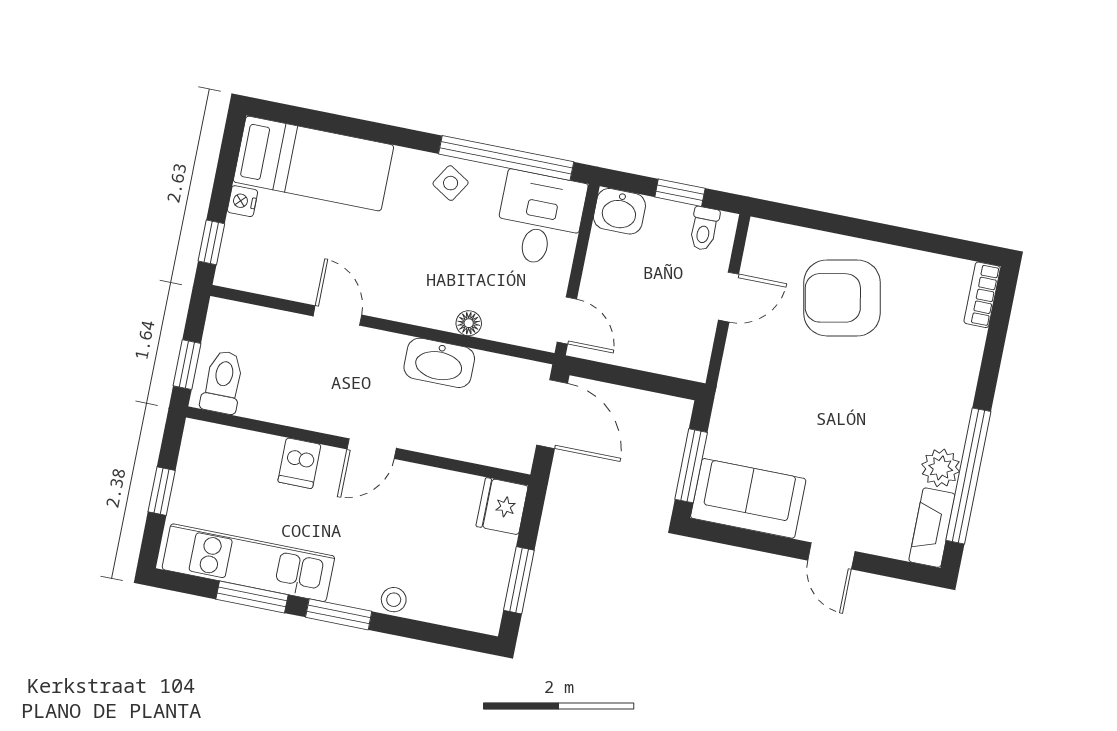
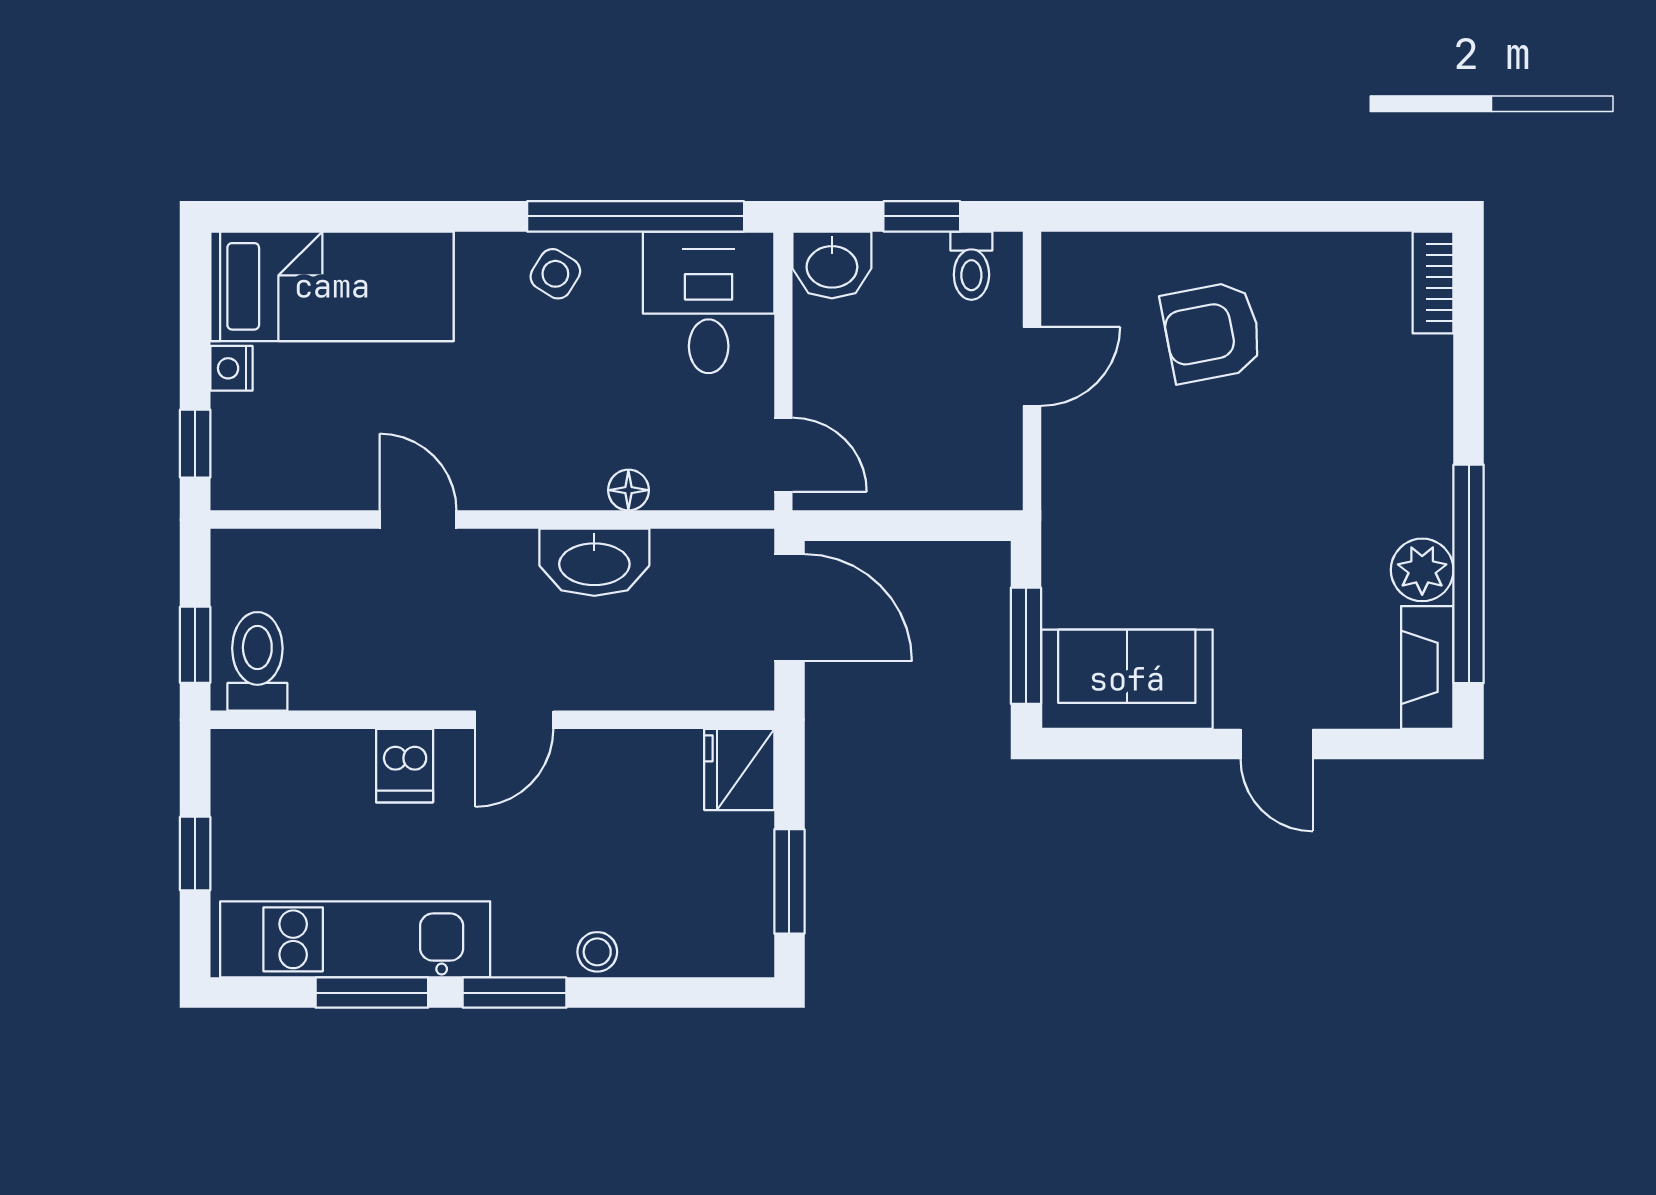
armchair: (842, 298) -> (1212, 332), width x0.73, depth x0.73

